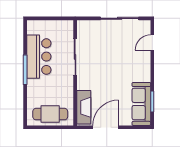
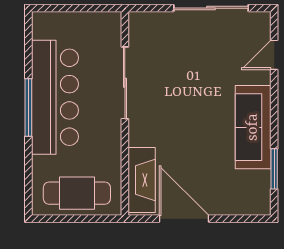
bar counter: (39, 57) -> (55, 97), width x1.36
sofa: (141, 104) -> (253, 127), moved
door: (106, 127) -> (184, 219), hinge flipped

